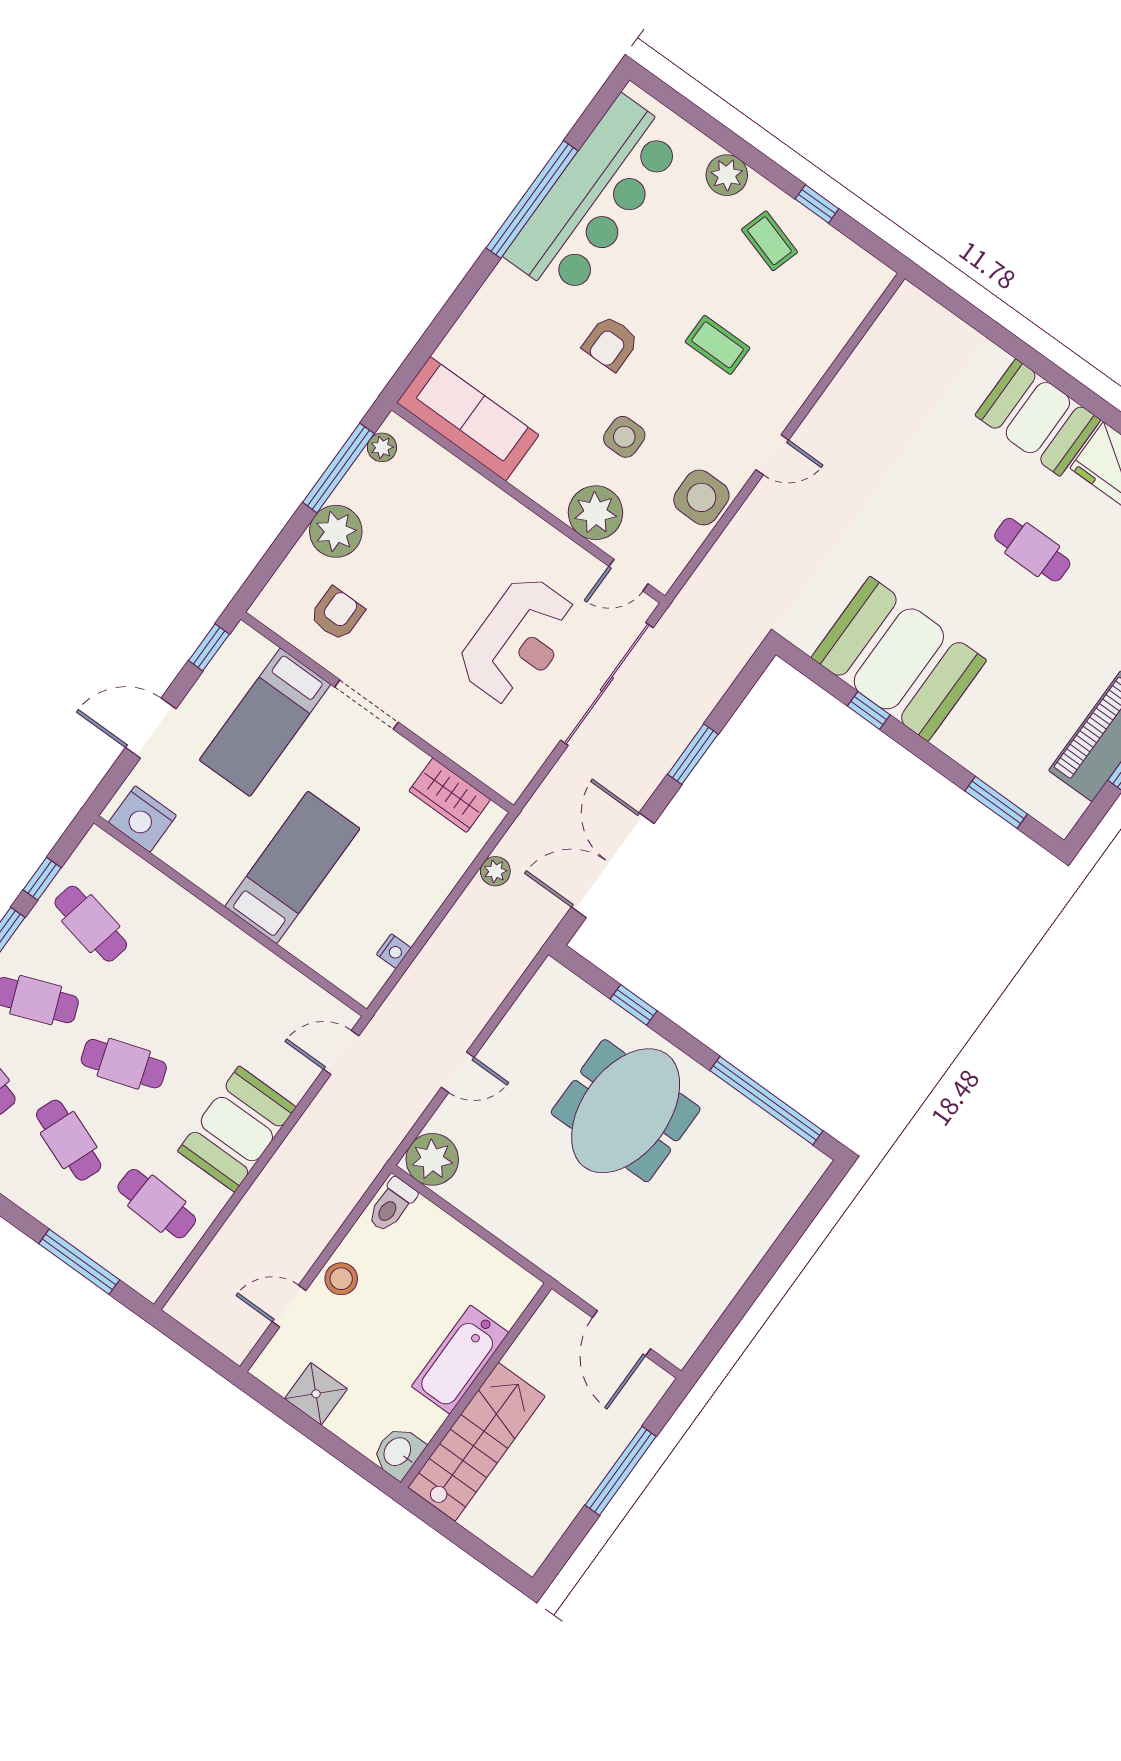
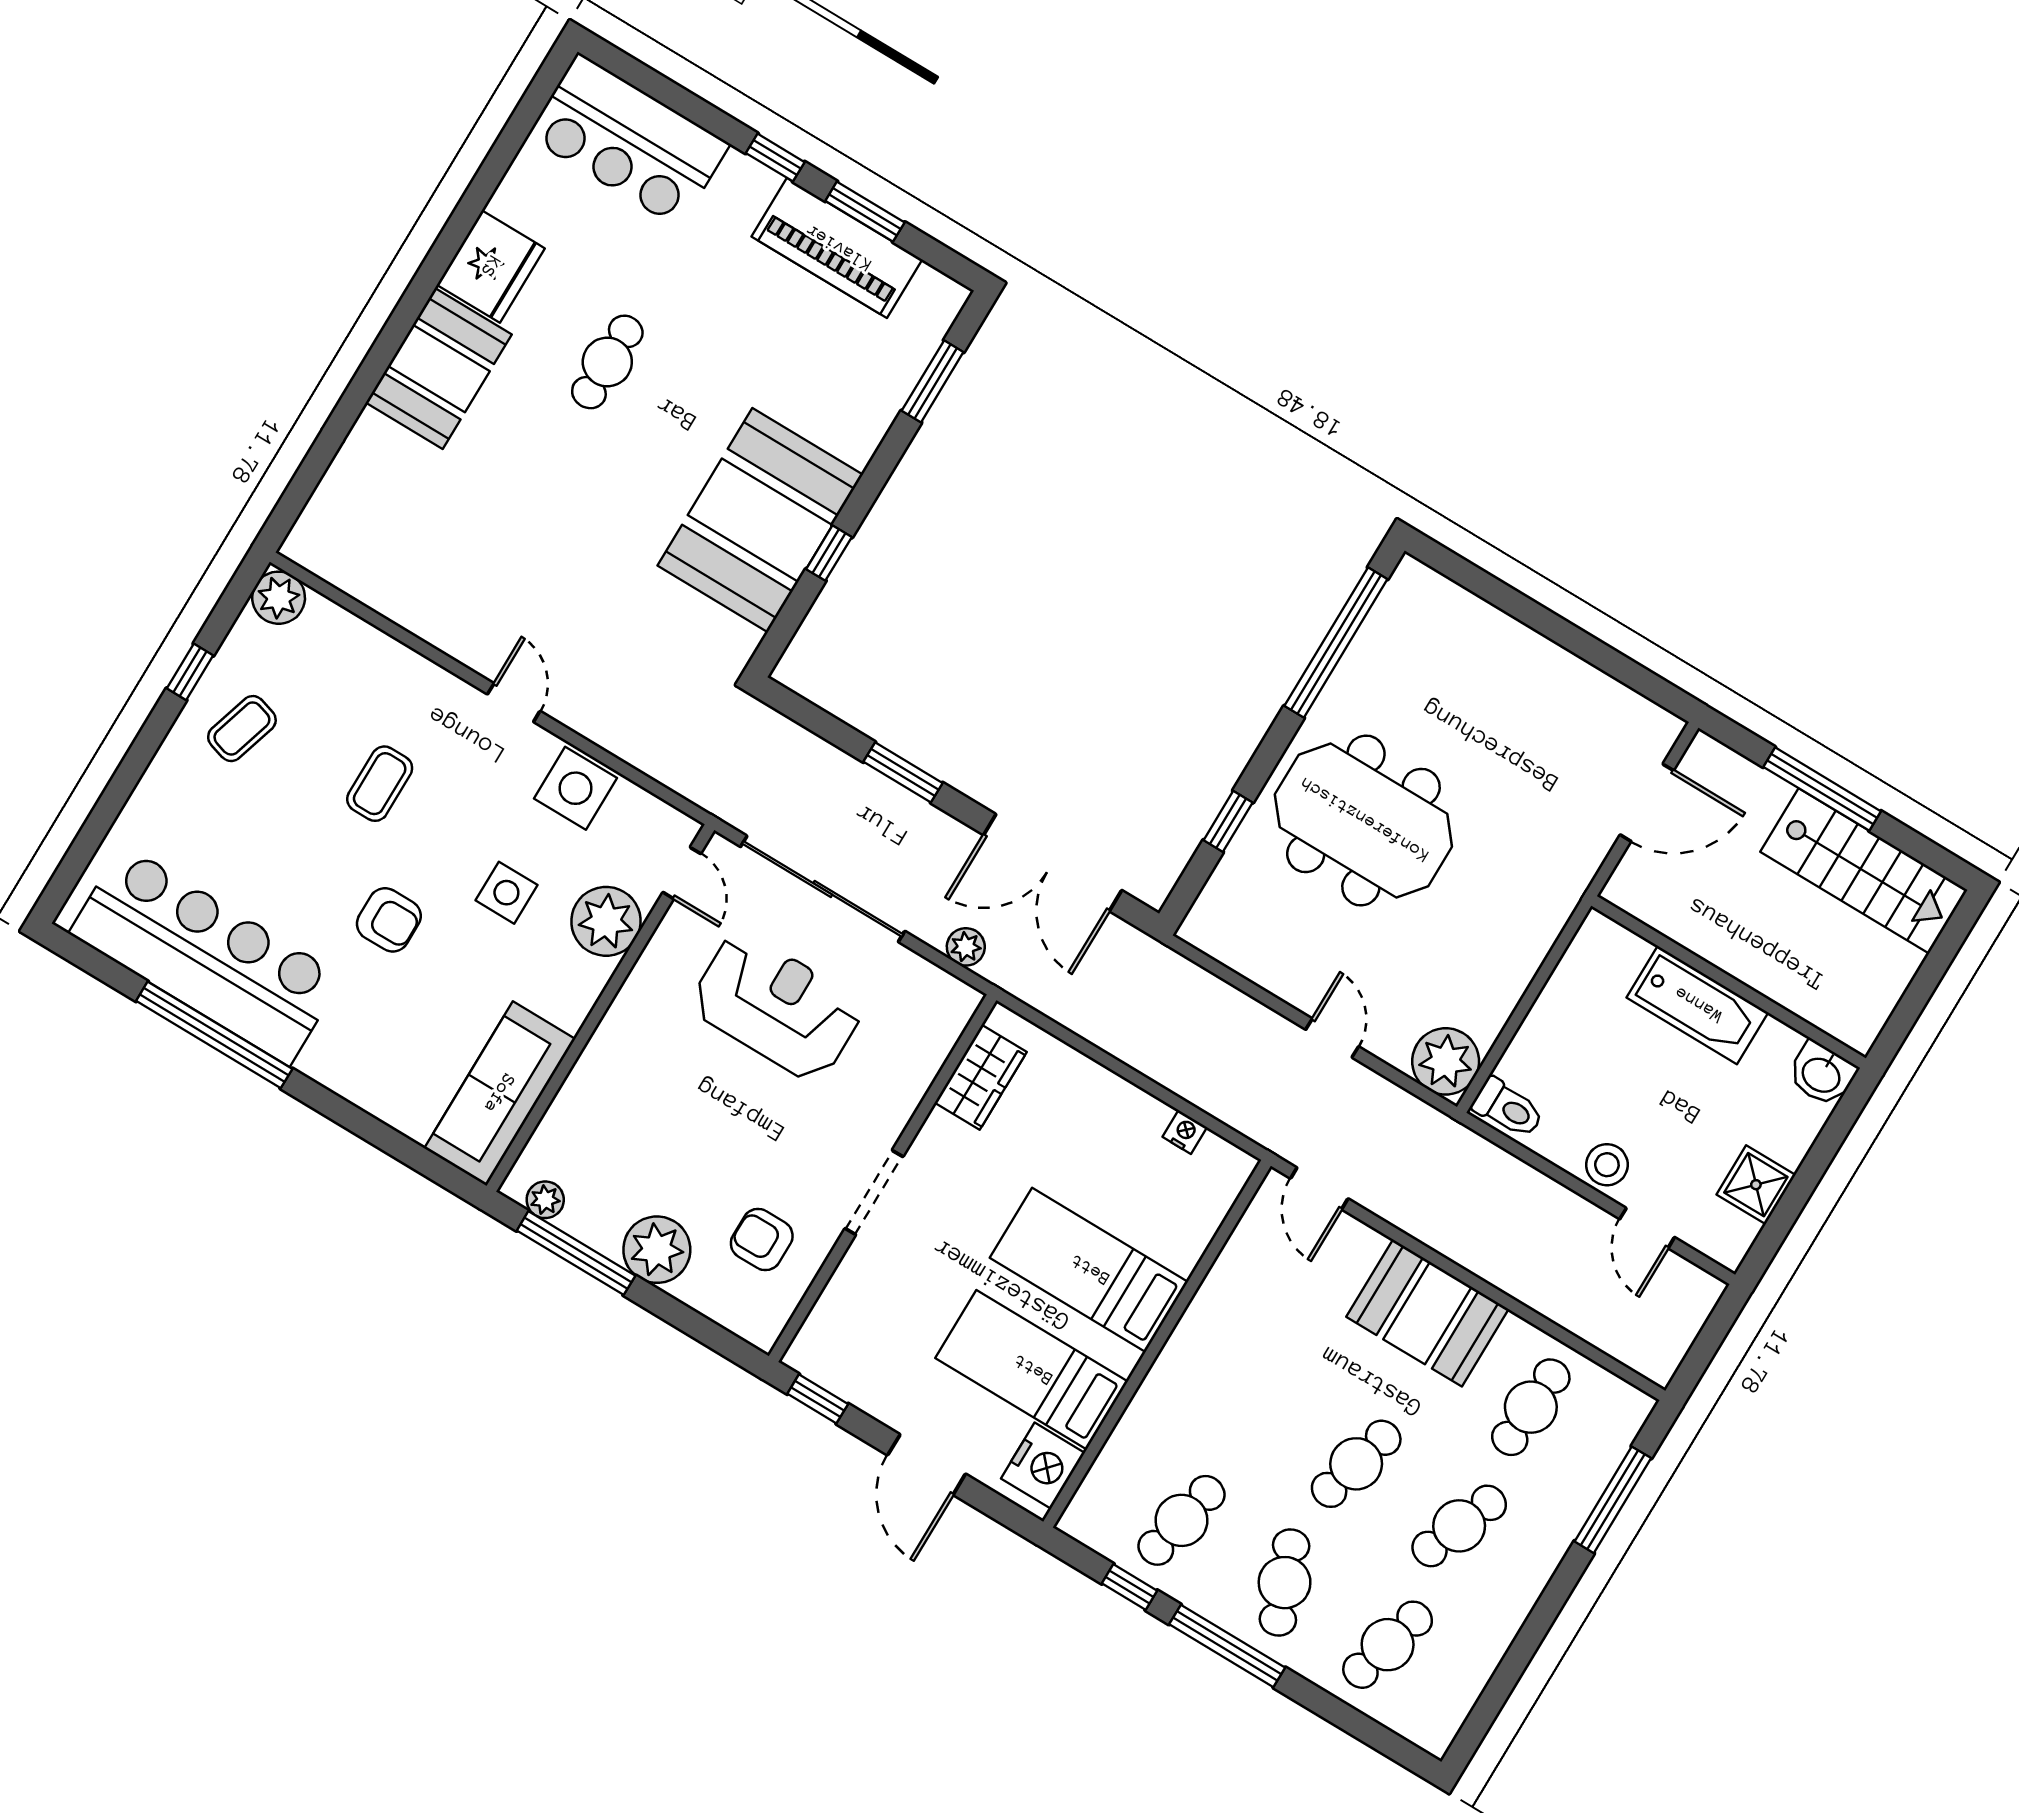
plant: (727, 175) -> (279, 598), moved
bed: (265, 722) -> (1032, 1370), moved, turned 180
plant: (495, 871) -> (966, 947), moved
cafe table: (124, 1064) -> (1356, 1464), turned 33
stairs: (477, 1442) -> (1864, 871), moved, turned 180

